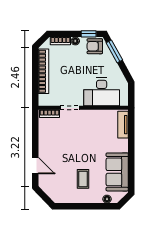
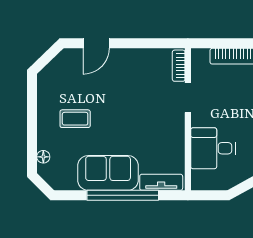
desk: (102, 92) -> (213, 148), width x0.73
window: (131, 149) -> (123, 195), added
sofa: (117, 172) -> (108, 173), moved

